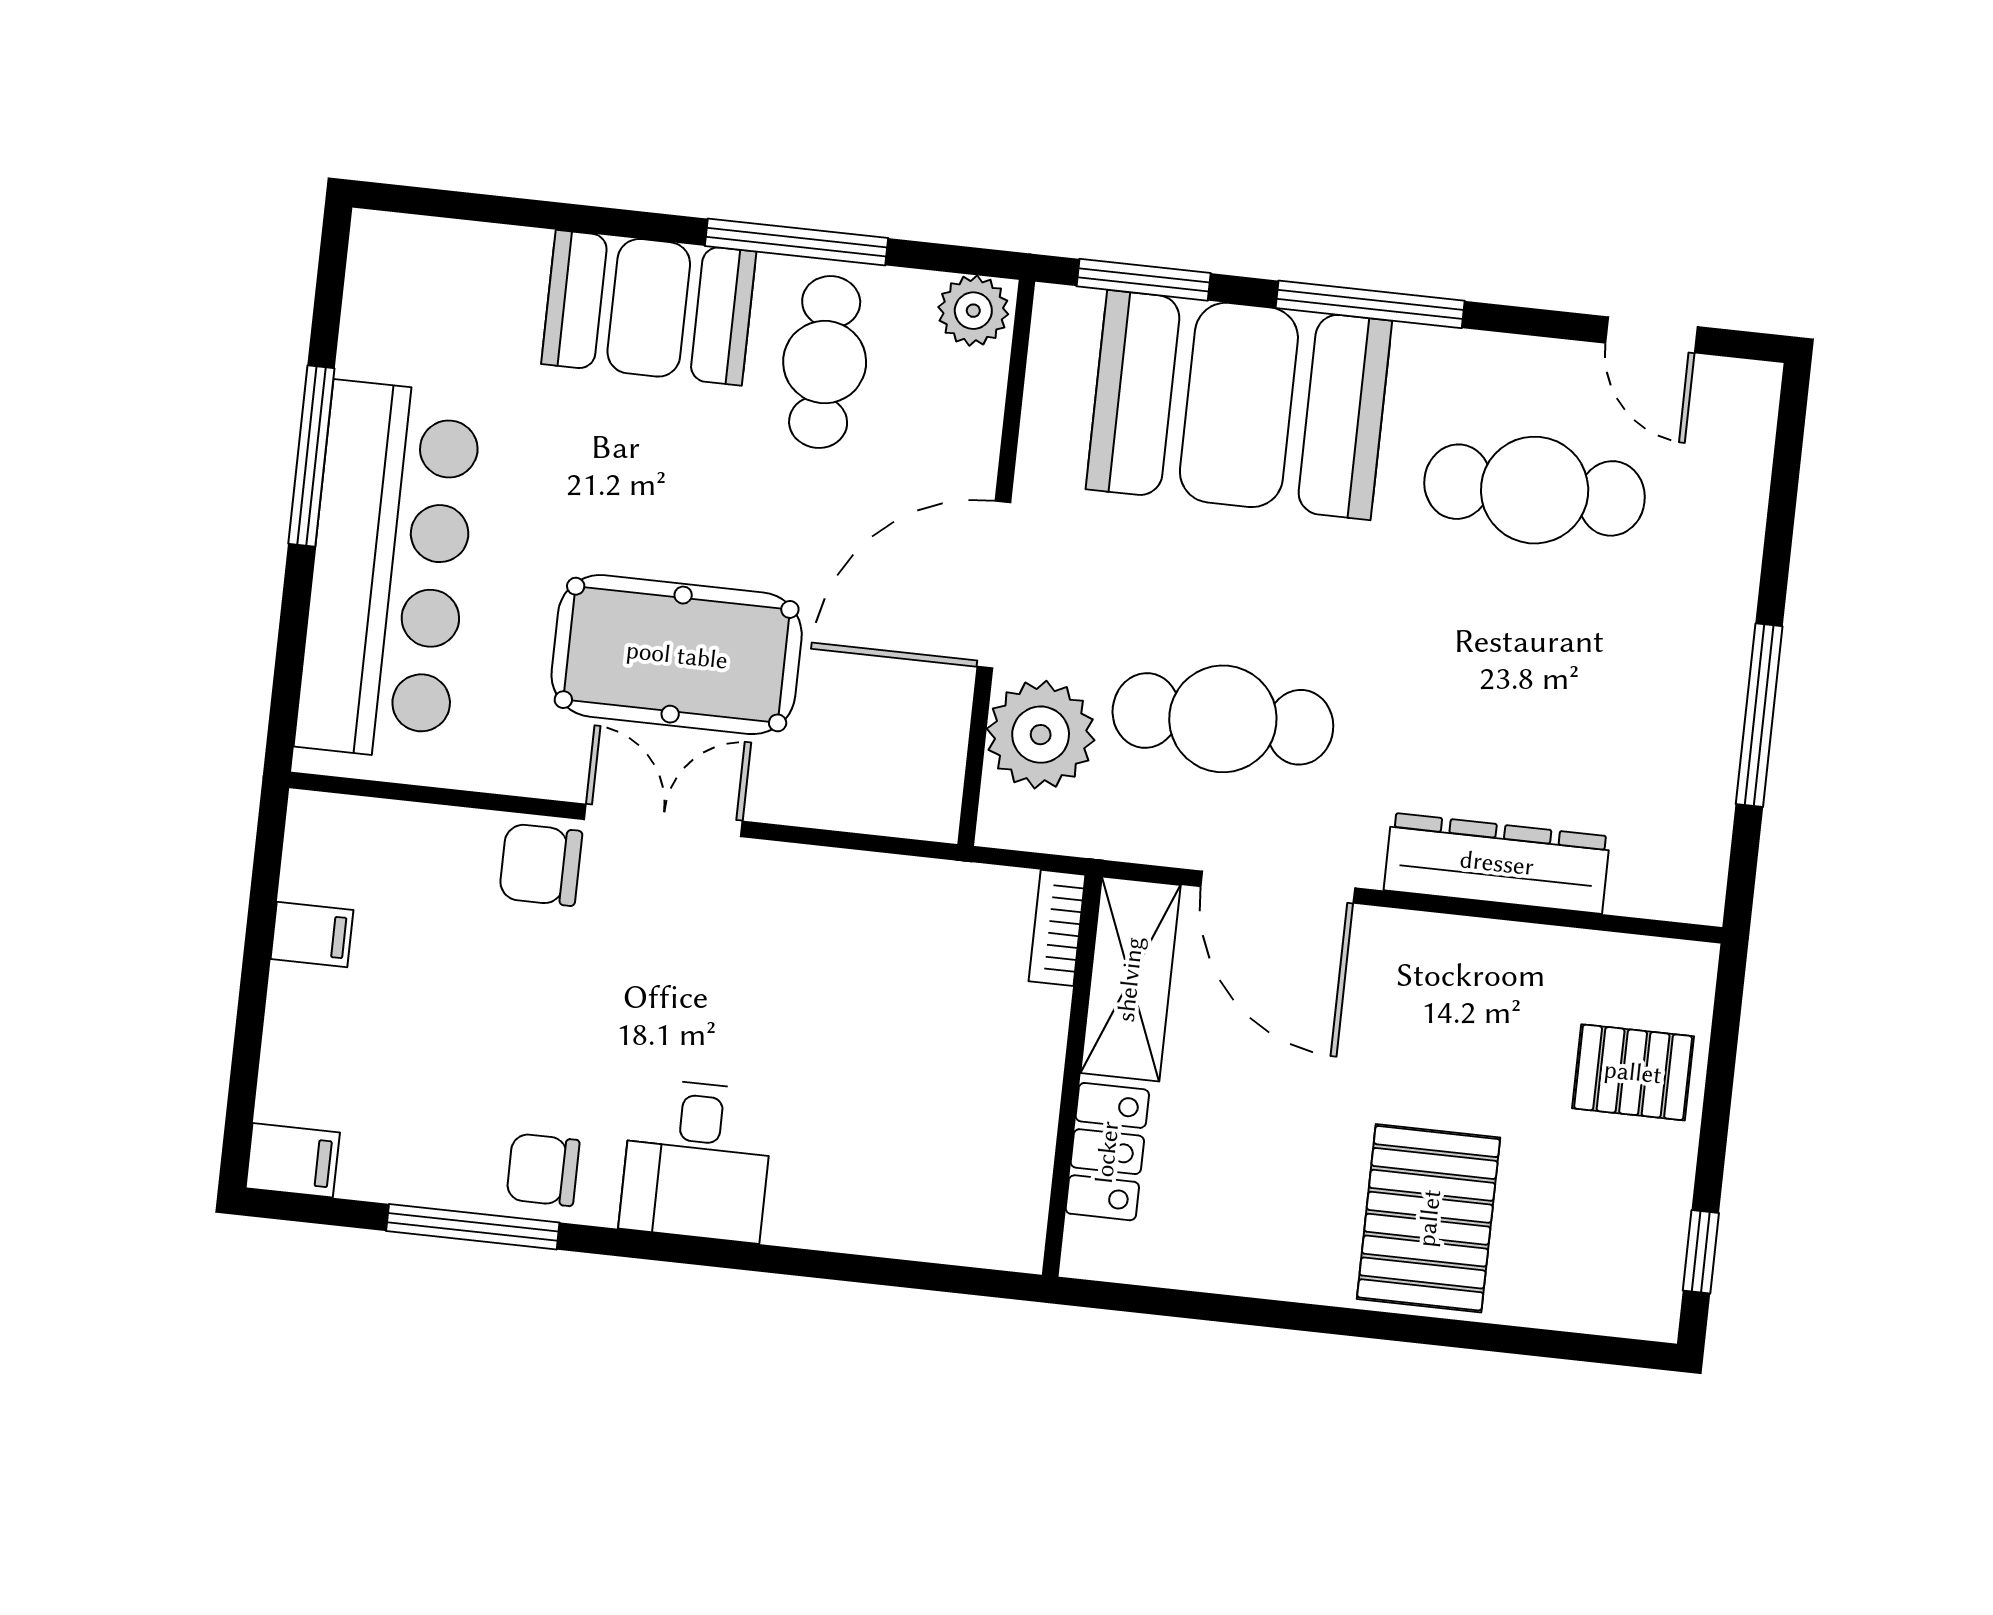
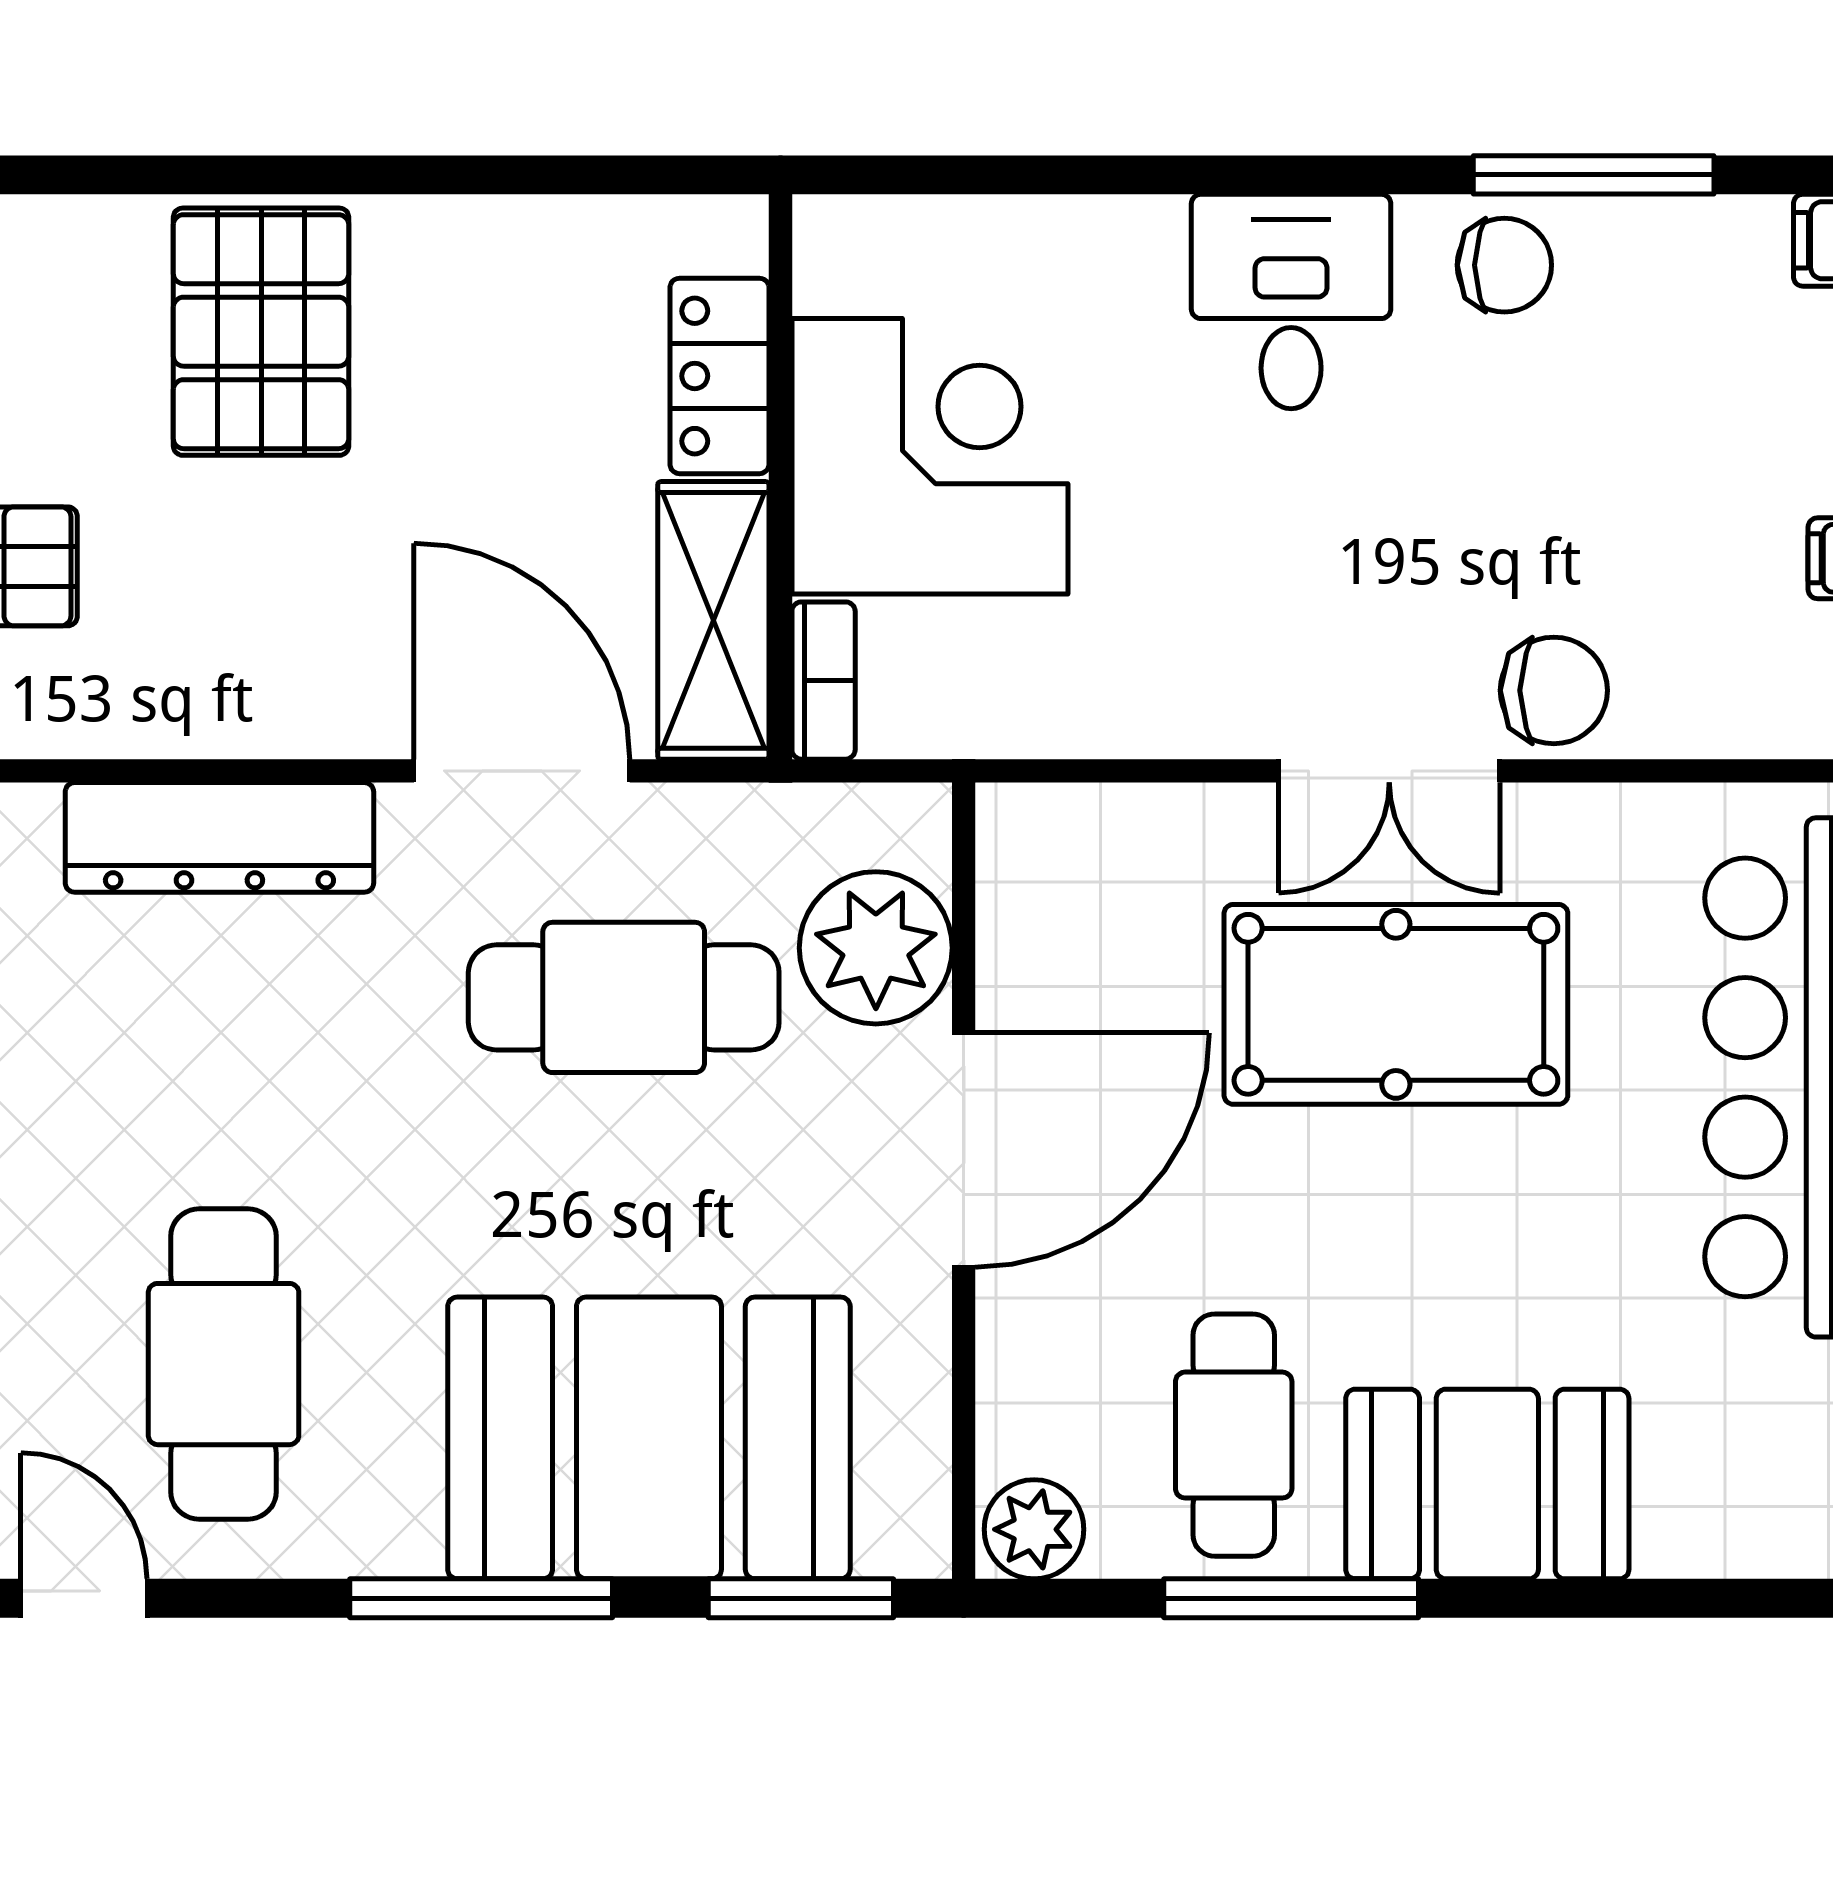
cafe table: (1535, 490) -> (224, 1364), turned 90
corner desk: (964, 1079) -> (930, 456), added

